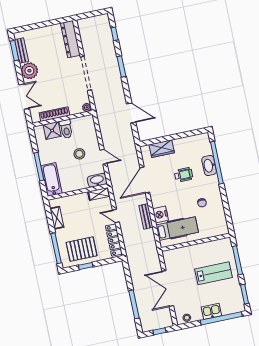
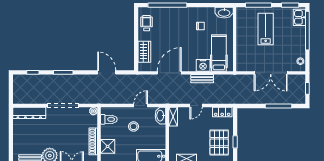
door: (131, 113) -> (107, 72), hinge flipped
toilet: (66, 129) -> (109, 119), moved
washbasin: (209, 166) -> (224, 13), moved
wheelchair: (184, 175) -> (147, 23), moved
door: (145, 180) -> (169, 73), swing flipped
locker: (114, 240) -> (222, 112), width x0.66
kitchen sink: (211, 311) -> (299, 17), moved

